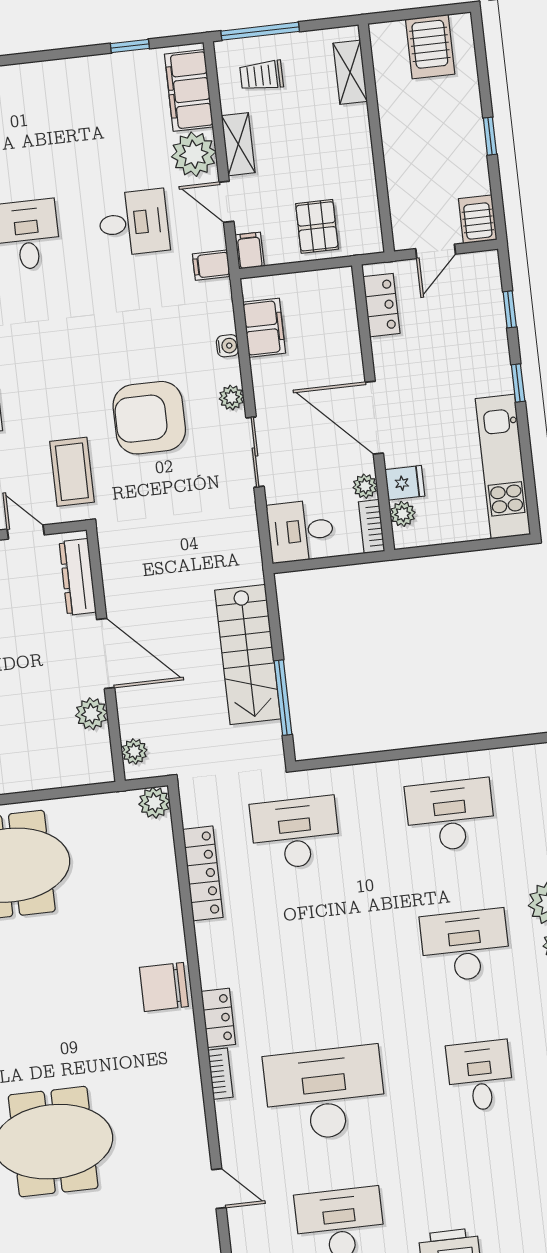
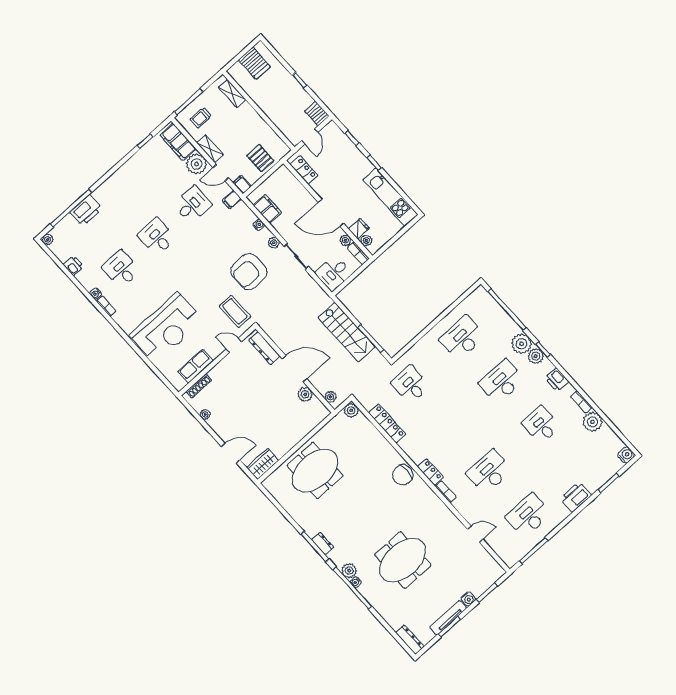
desk: (295, 833) -> (410, 385), width x0.73
desk: (325, 1093) -> (489, 472), width x0.73, depth x0.77

